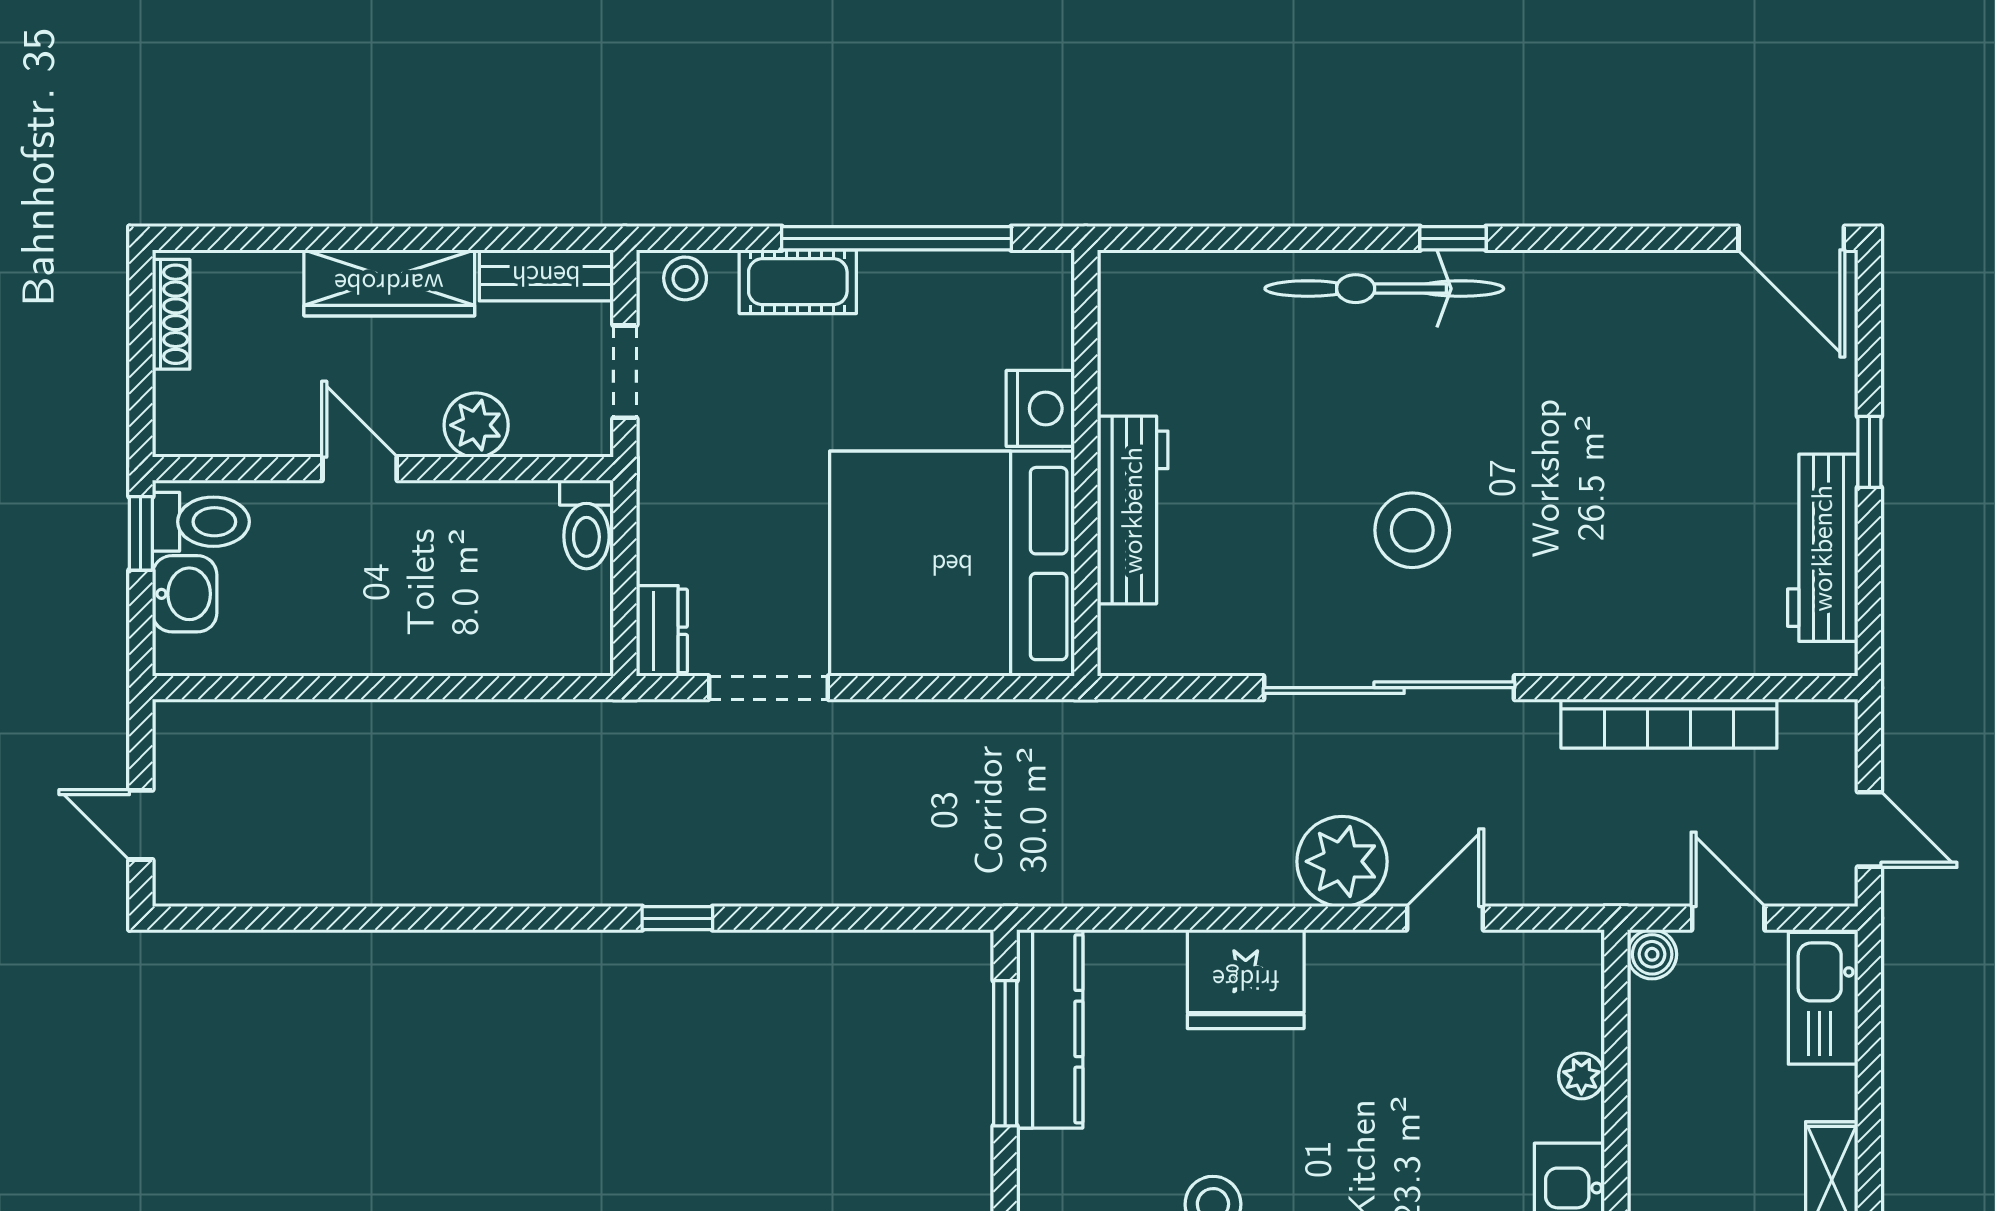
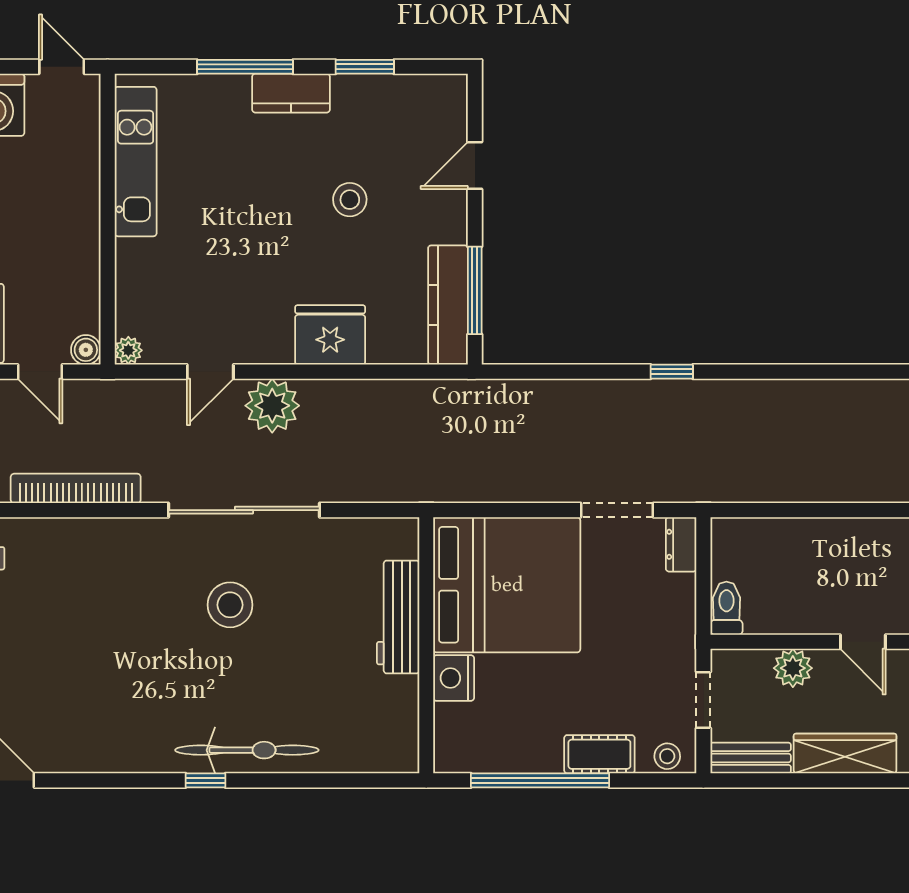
plant: (1581, 1076) -> (128, 350), moved

